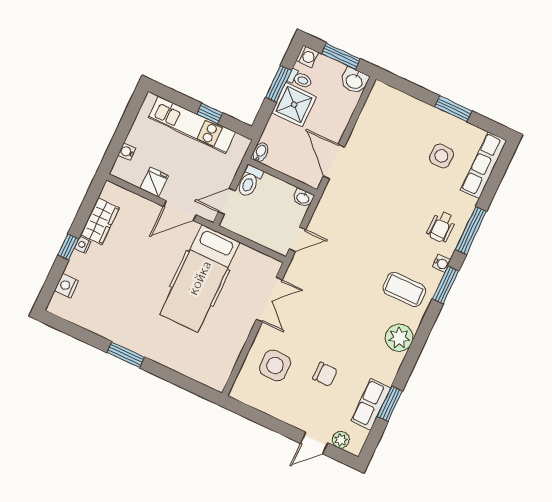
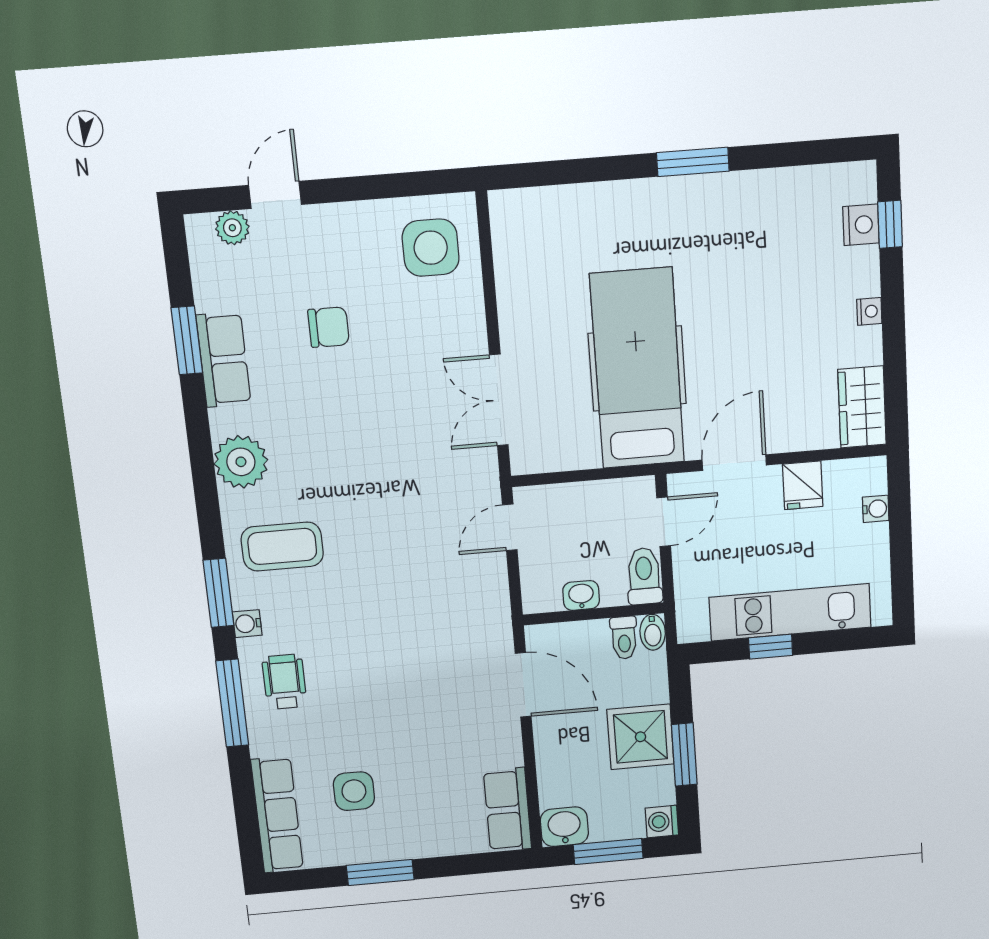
toilet: (300, 79) -> (624, 638), moved, turned -90
row of seats: (376, 105) -> (508, 810), added
washbasin: (303, 198) -> (581, 595), moved
wardrobe: (100, 221) -> (862, 407), moved
window: (68, 247) -> (890, 224), moved
side table: (275, 365) -> (431, 248), moved
chair: (325, 374) -> (329, 327), turned 180
row of seats: (371, 404) -> (224, 360), moved

